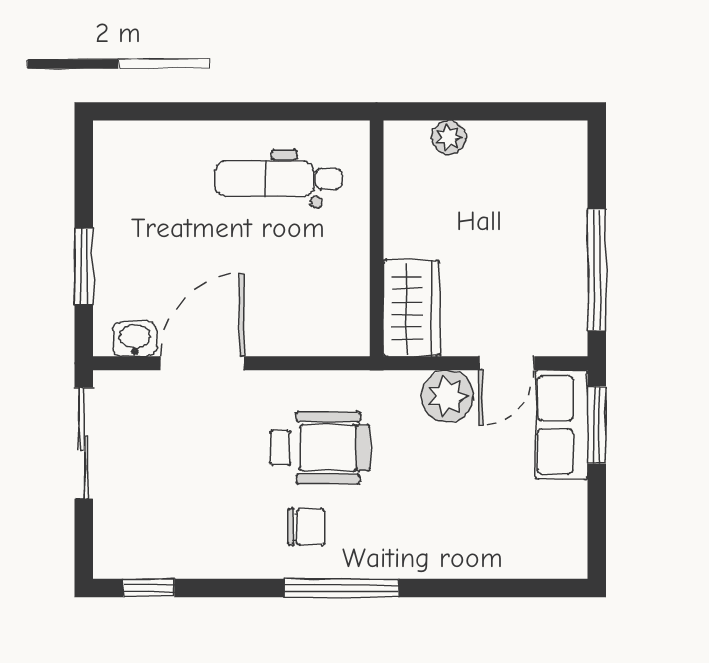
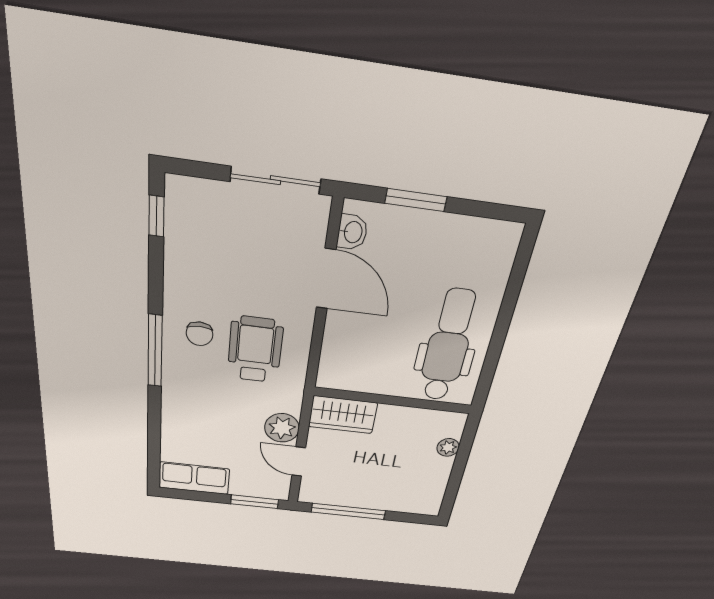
dental chair: (278, 179) -> (448, 346), width x1.36, depth x1.38
row of seats: (562, 425) -> (194, 478), moved
wheelchair: (320, 448) -> (255, 350), turned 180

